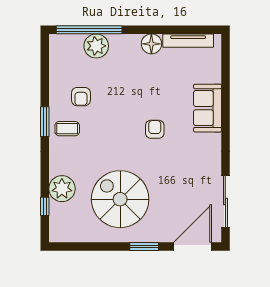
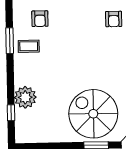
armchair: (155, 129) -> (114, 19), moved, turned 180
spiral stairs: (120, 199) -> (93, 114), moved

